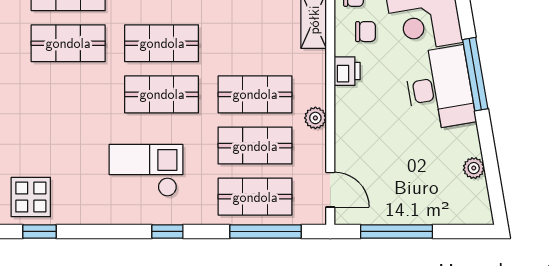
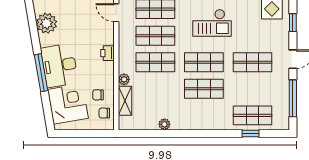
shop shelf: (68, 43) -> (252, 62), moved
printer: (347, 71) -> (108, 53), moved
plant: (315, 118) -> (124, 79), moved
plant: (474, 168) -> (47, 23), width x1.88, depth x1.88

